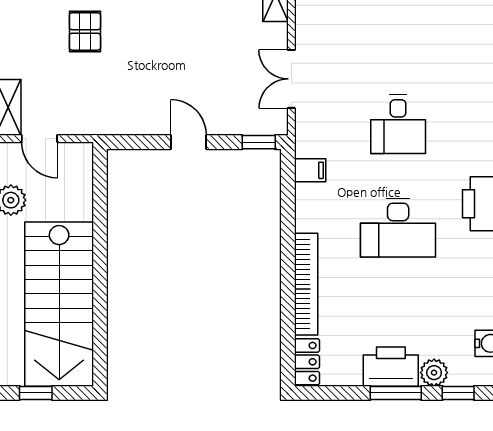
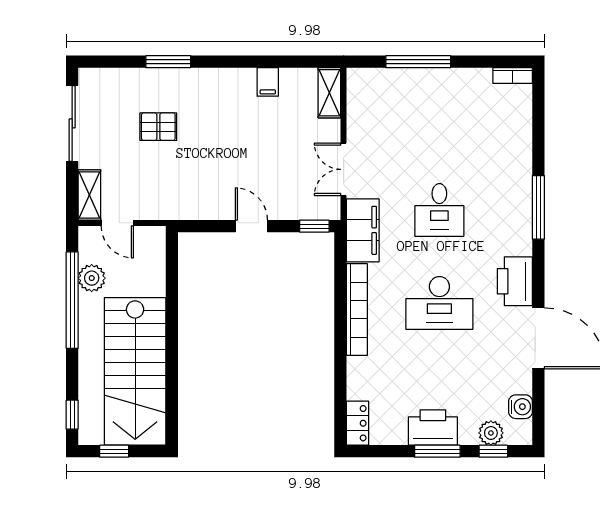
pallet: (85, 31) -> (158, 127), turned 90
filing cabinet: (310, 170) -> (363, 230), width x3.00, depth x1.17
bookcase: (306, 284) -> (357, 310), moved
plant: (434, 373) -> (491, 433), moved

